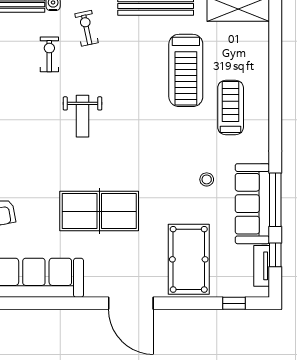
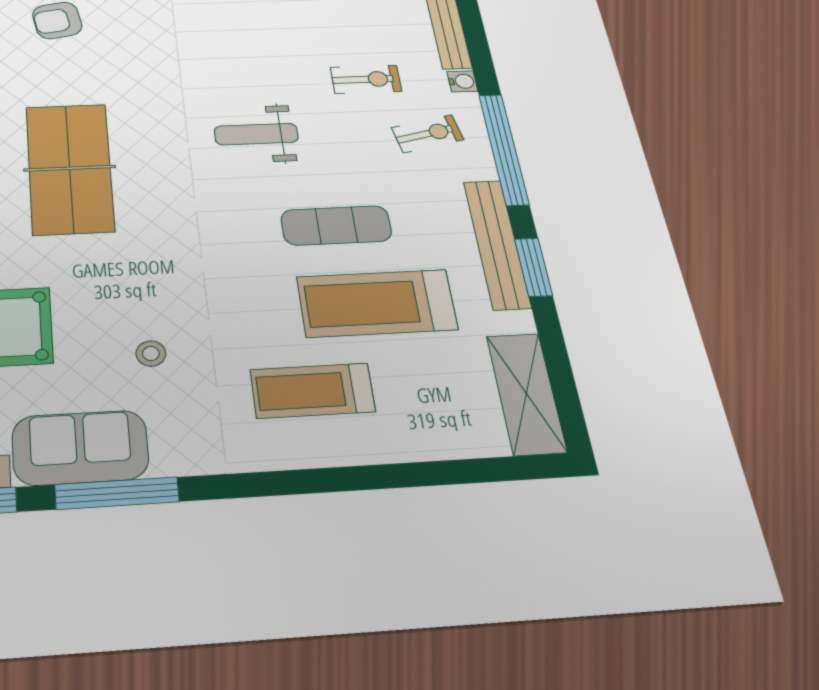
exercise mat: (140, 83) -> (336, 225), added
treadmill: (231, 107) -> (313, 391), turned 180
sofa: (252, 204) -> (80, 448), width x0.73

